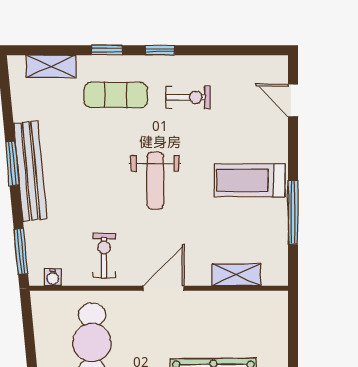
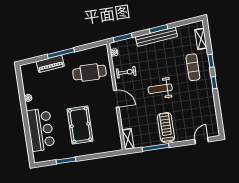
exercise bike: (188, 97) -> (196, 97), removed
shelving: (236, 275) -> (128, 139), moved

